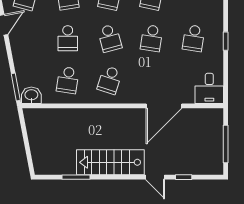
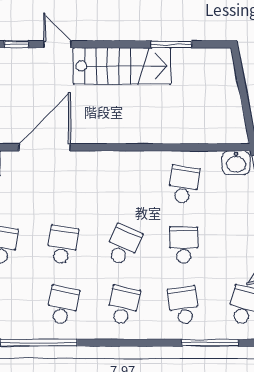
school desk: (110, 38) -> (123, 245), turned 39
school desk: (110, 80) -> (123, 185), removed

